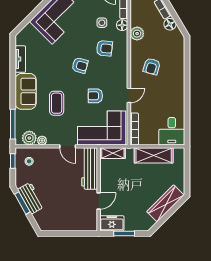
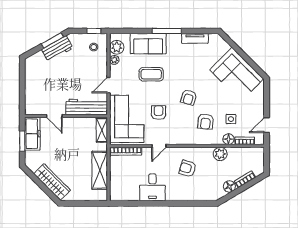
sofa: (26, 91) -> (148, 44), moved
door: (129, 95) -> (159, 146), hinge flipped
window: (13, 124) -> (167, 31), moved
desk: (172, 131) -> (152, 187), moved, turned -90
freezer: (112, 223) -> (32, 134), width x1.40

